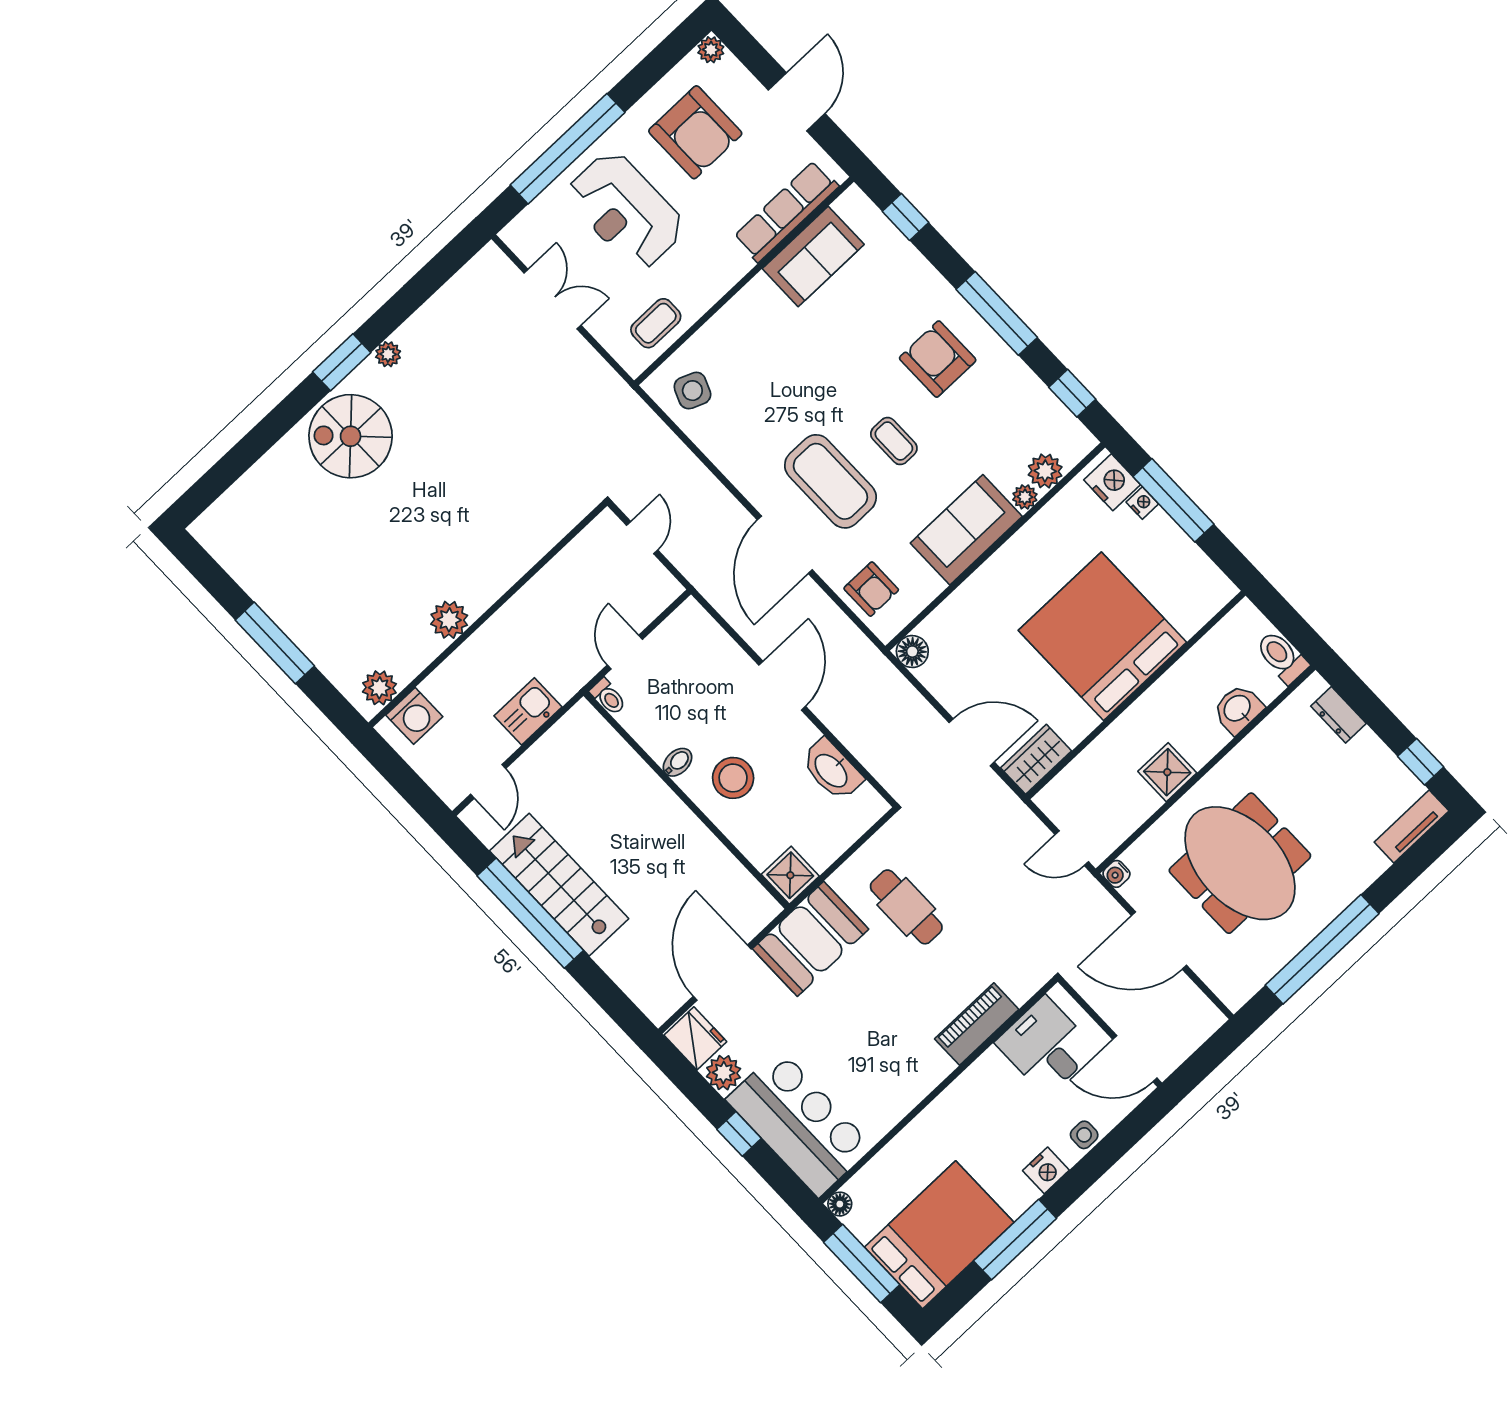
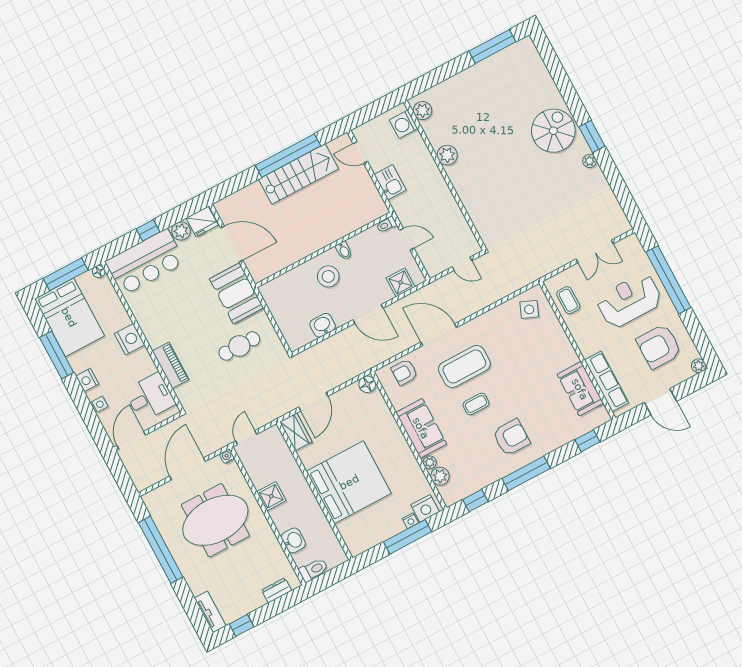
window: (275, 643) -> (492, 46), moved
washbasin: (832, 770) -> (323, 325), width x0.72
shower: (790, 875) -> (401, 282), moved
nightstand: (949, 1113) -> (130, 339), added

